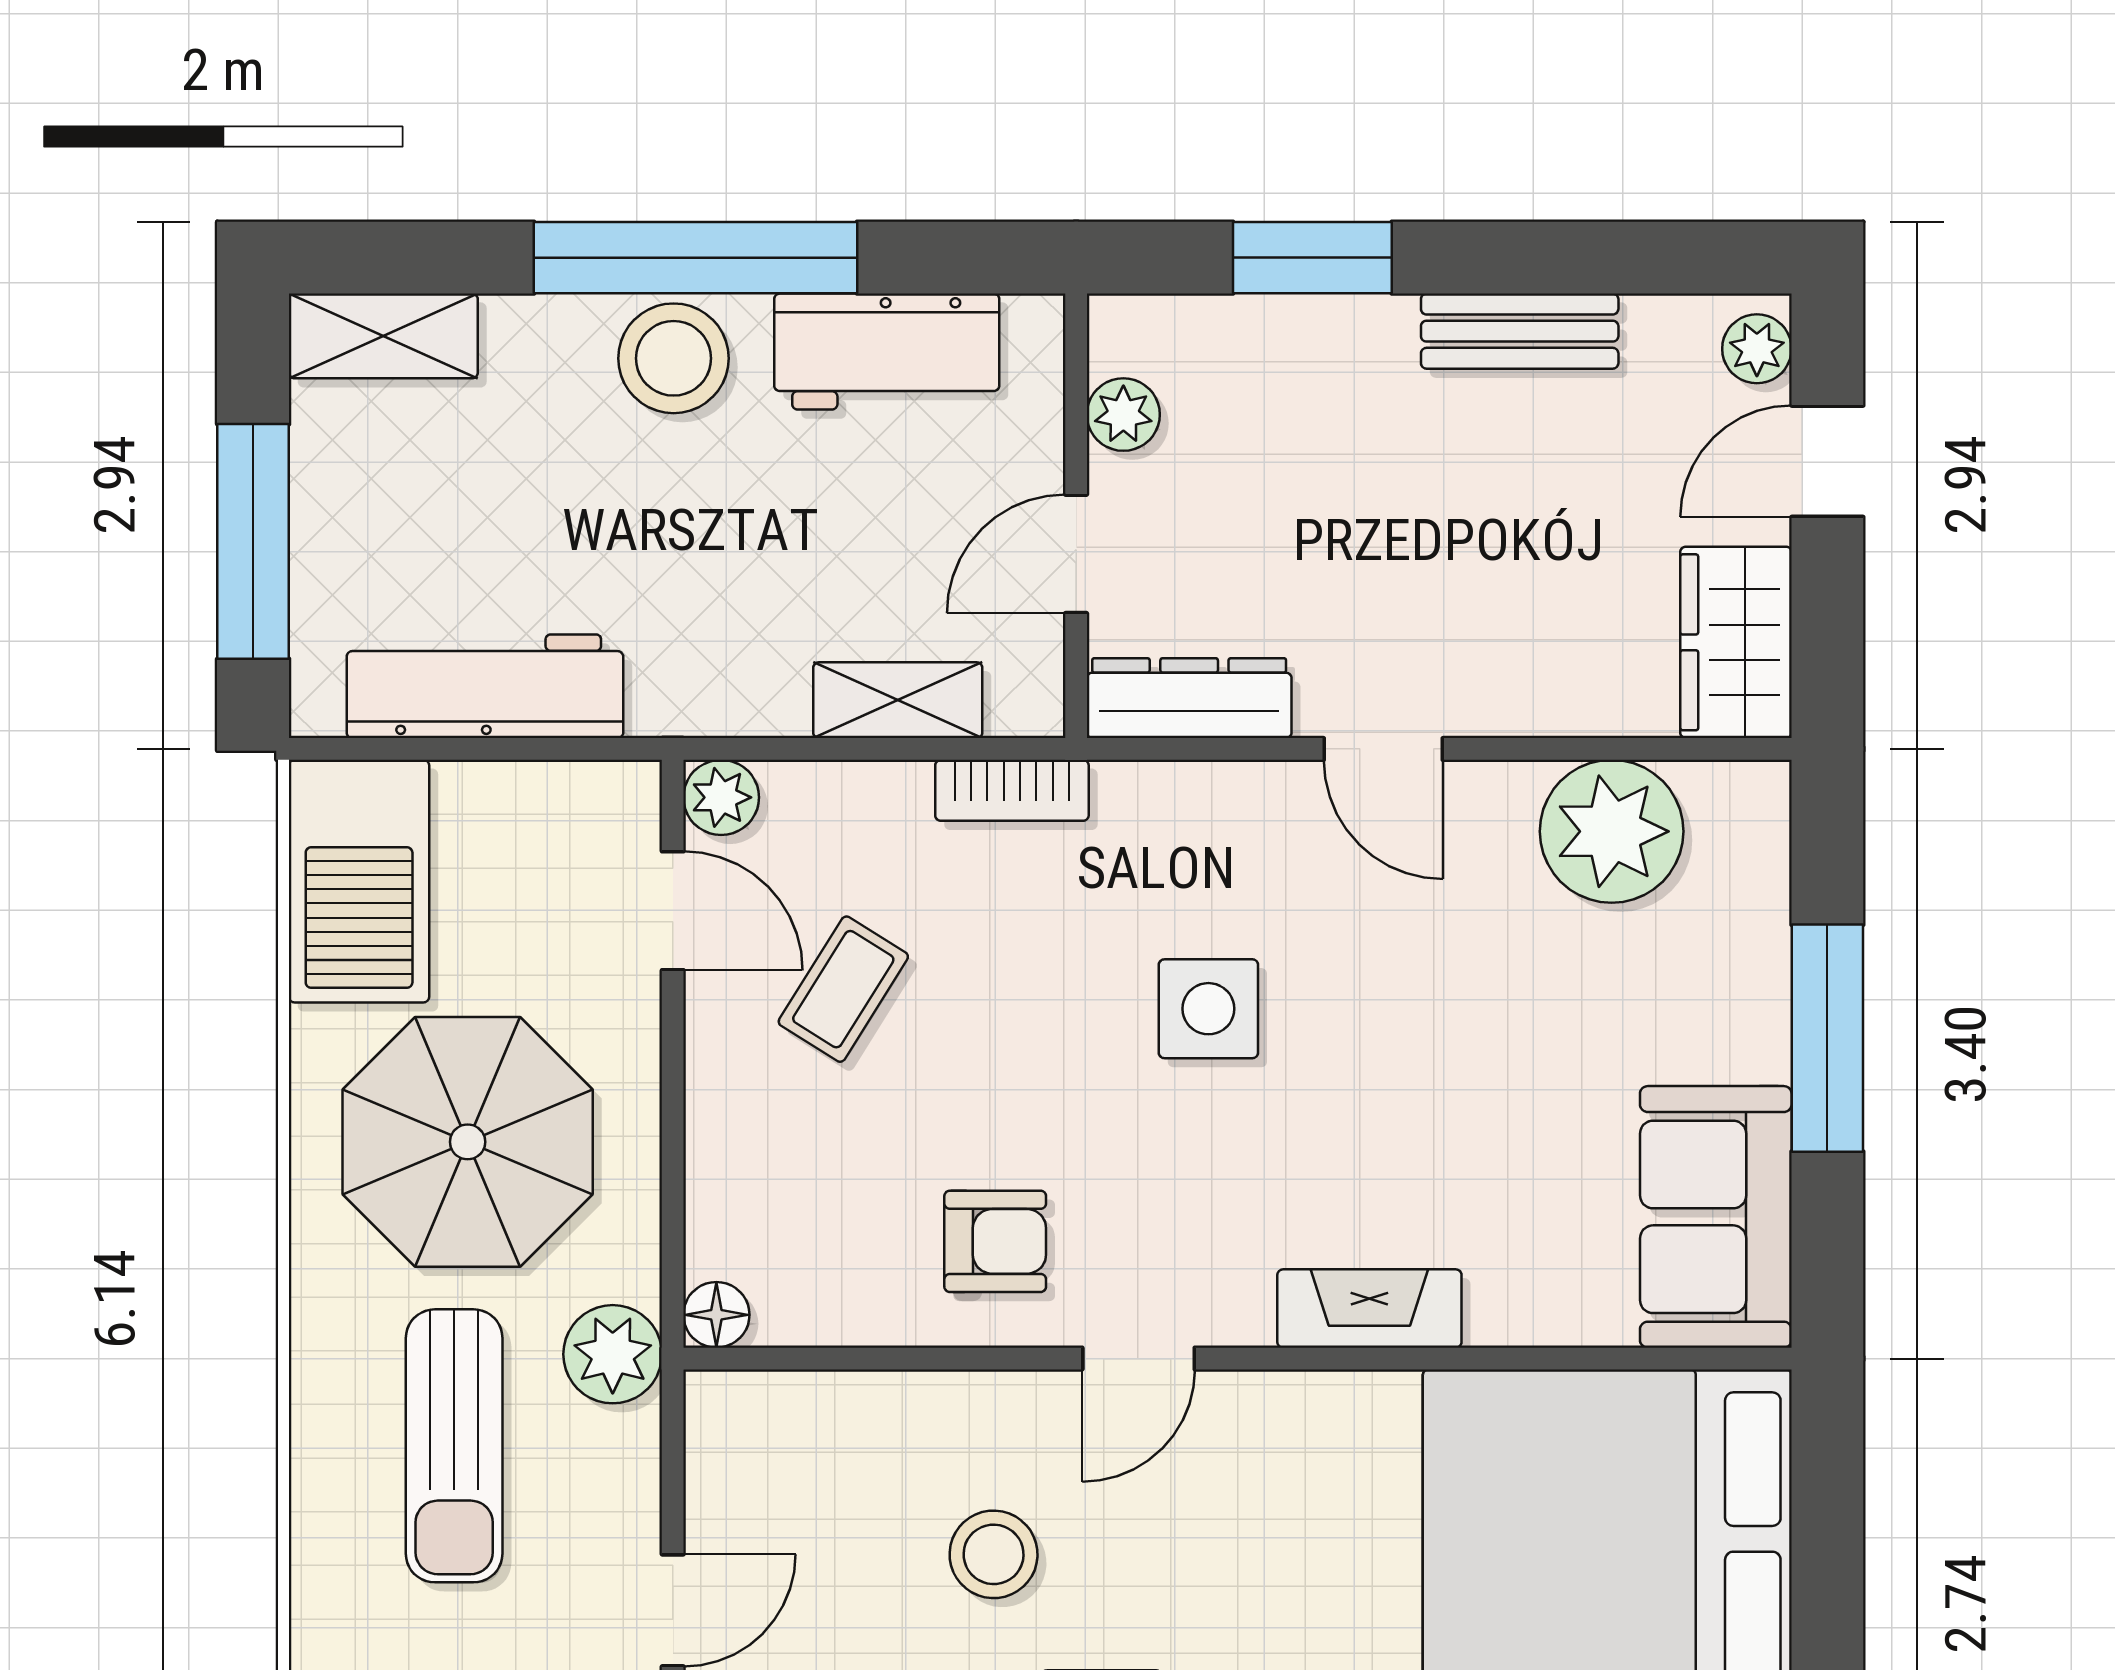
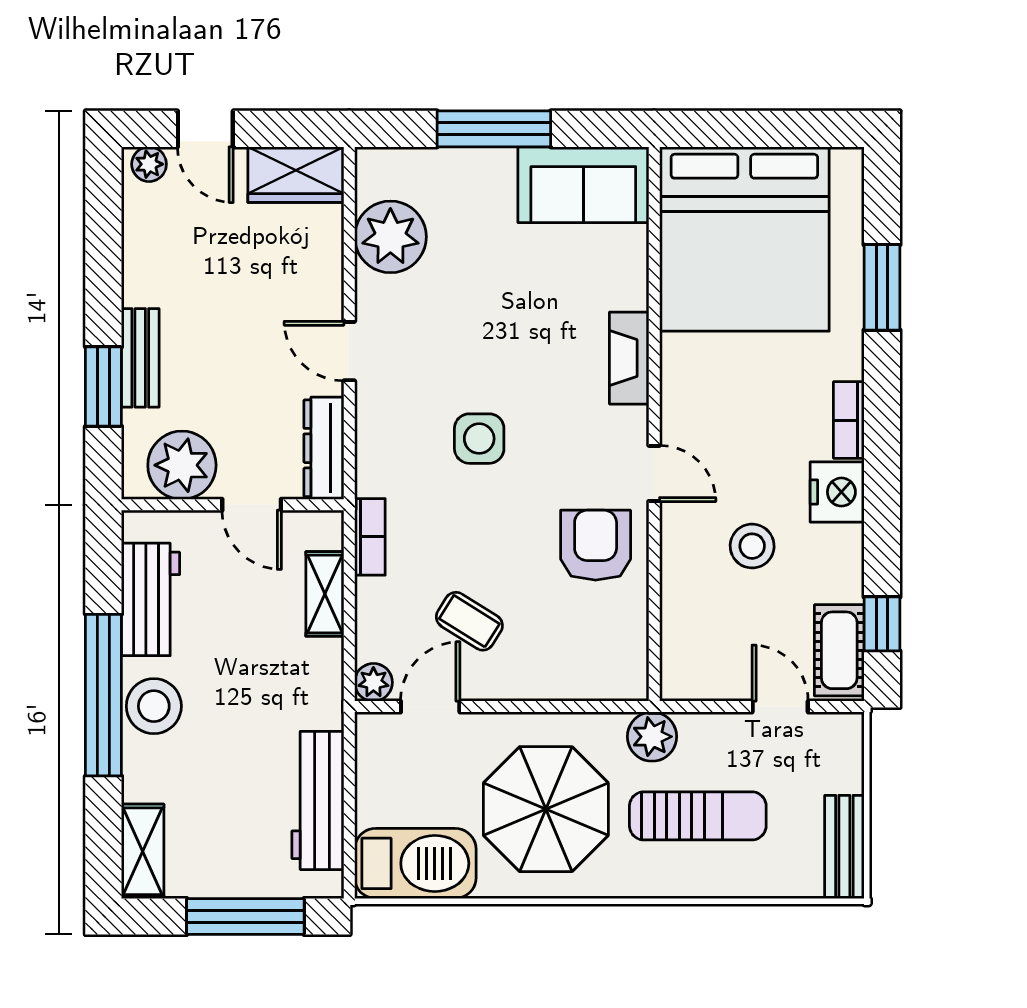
bench: (1520, 331) -> (140, 358), moved
plant: (1123, 415) -> (182, 465), width x1.88, depth x1.88
door: (1383, 749) -> (349, 351), swing flipped
armchair: (995, 1241) -> (596, 545), width x1.38, depth x1.38
floor lamp: (716, 1315) -> (632, 685), removed

